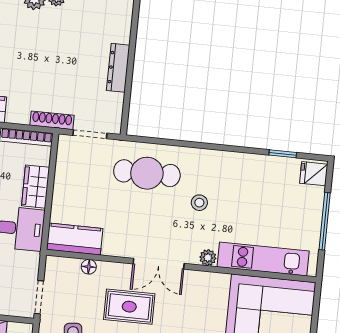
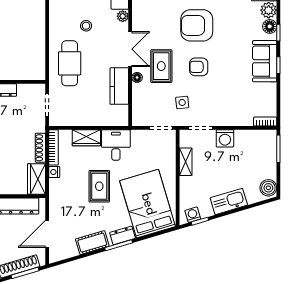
shoe rack: (52, 120) -> (40, 148), moved
kitchen counter: (75, 239) -> (119, 86), moved
floor lamp: (89, 267) -> (137, 77), moved

